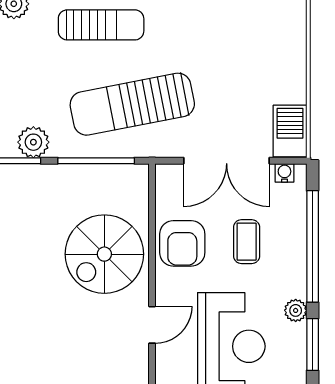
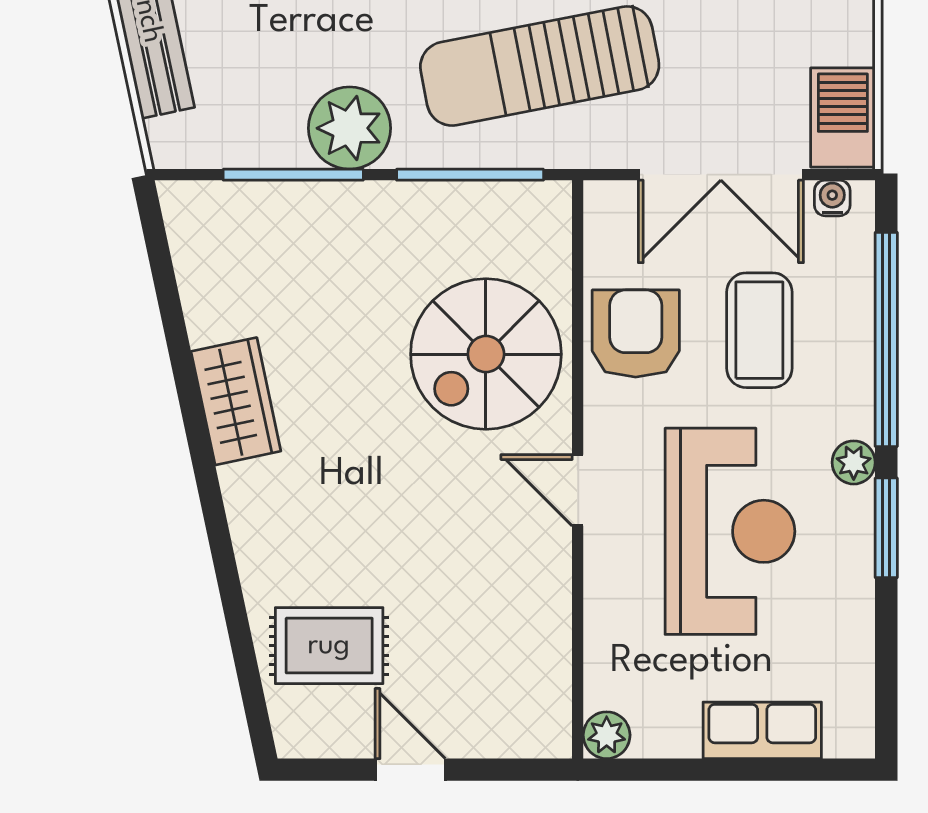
plant: (33, 142) -> (350, 128), width x1.36, depth x1.36
coffee table: (247, 242) -> (759, 330), width x1.36, depth x1.30
armchair: (182, 243) -> (636, 334), turned 180
door: (152, 325) -> (578, 490), swing flipped

